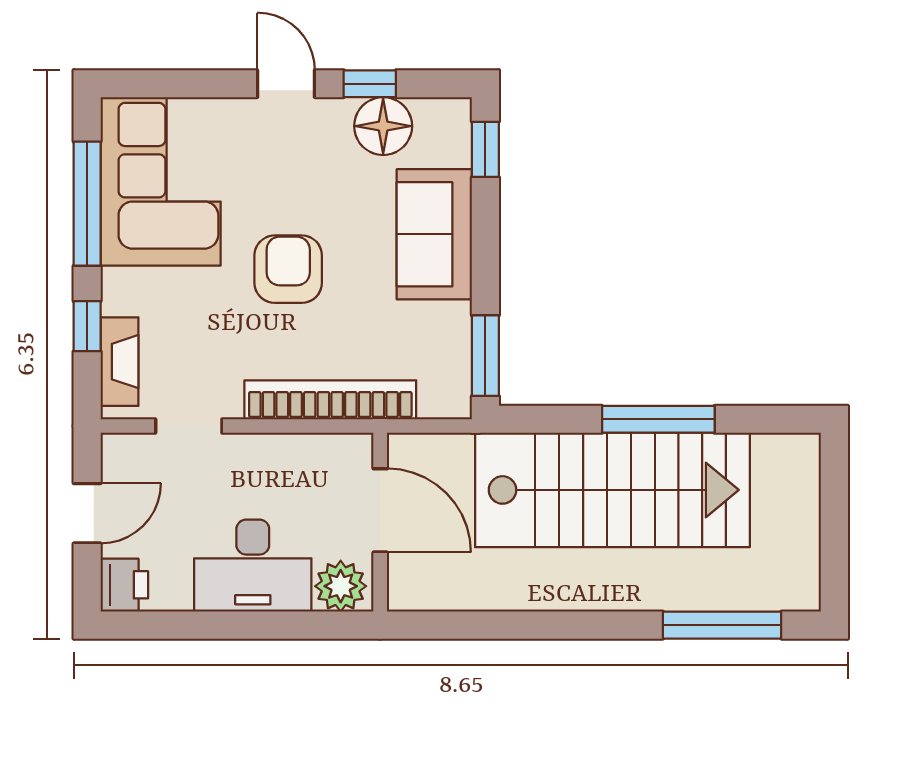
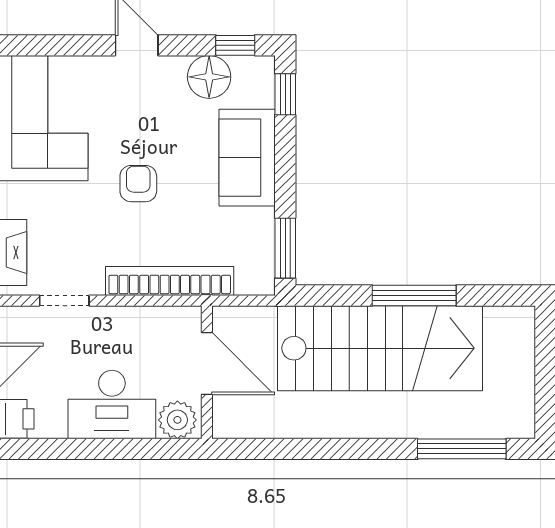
window: (370, 84) -> (235, 45), moved
armchair: (288, 269) -> (138, 184), width x0.72, depth x0.72

